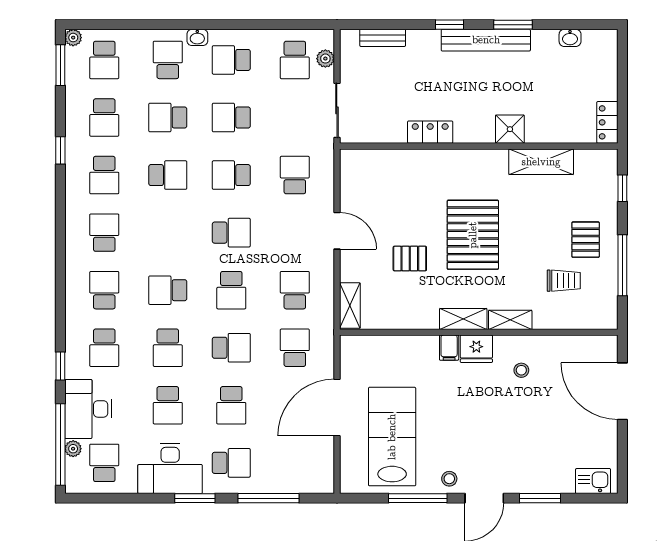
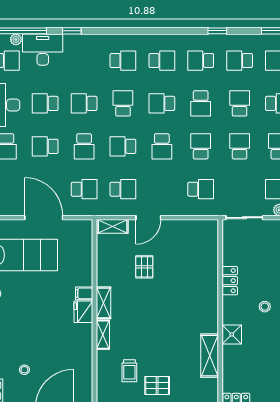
stool: (469, 80) -> (265, 307), added
door: (337, 231) -> (148, 218), moved
pallet: (473, 235) -> (160, 309), removed
school desk: (104, 348) -> (162, 103), moved
stool: (521, 370) -> (24, 370), moved

